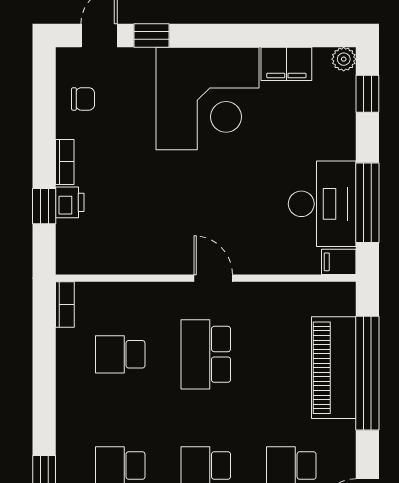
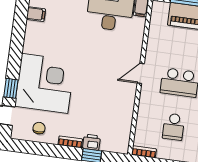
filing cabinet: (286, 64) -> (36, 14), width x0.50
corner desk: (208, 98) -> (45, 83), moved

